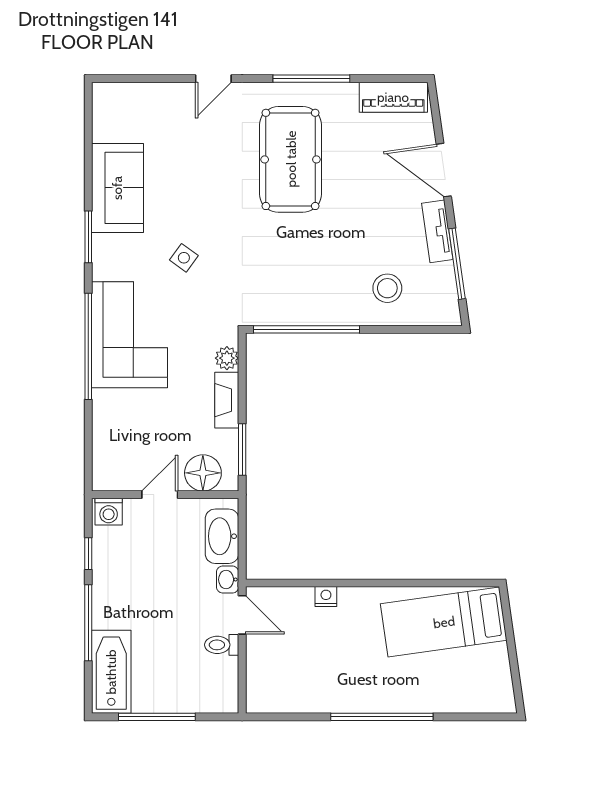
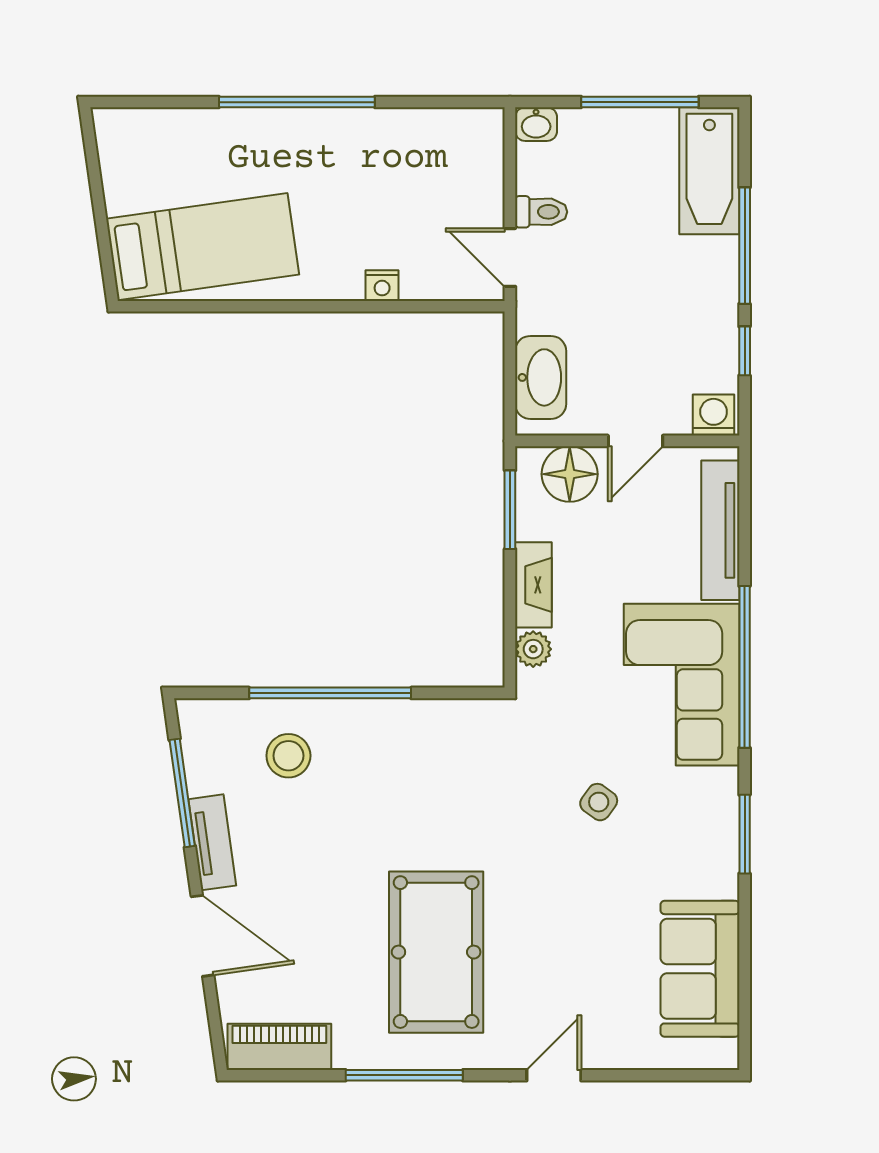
sofa: (117, 188) -> (700, 969), moved
window: (307, 329) -> (330, 693), moved
tv unit: (104, 436) -> (720, 530), added
washbasin: (228, 580) -> (536, 124), moved, turned 90

